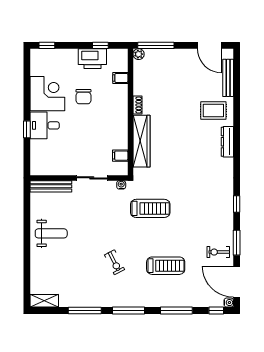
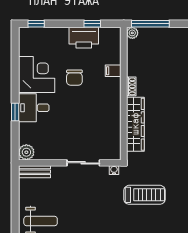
filing cabinet: (120, 78) -> (113, 71), moved
filing cabinet: (120, 156) -> (113, 139), removed
plant: (38, 168) -> (26, 152), added
bench: (51, 186) -> (34, 172), width x0.73

